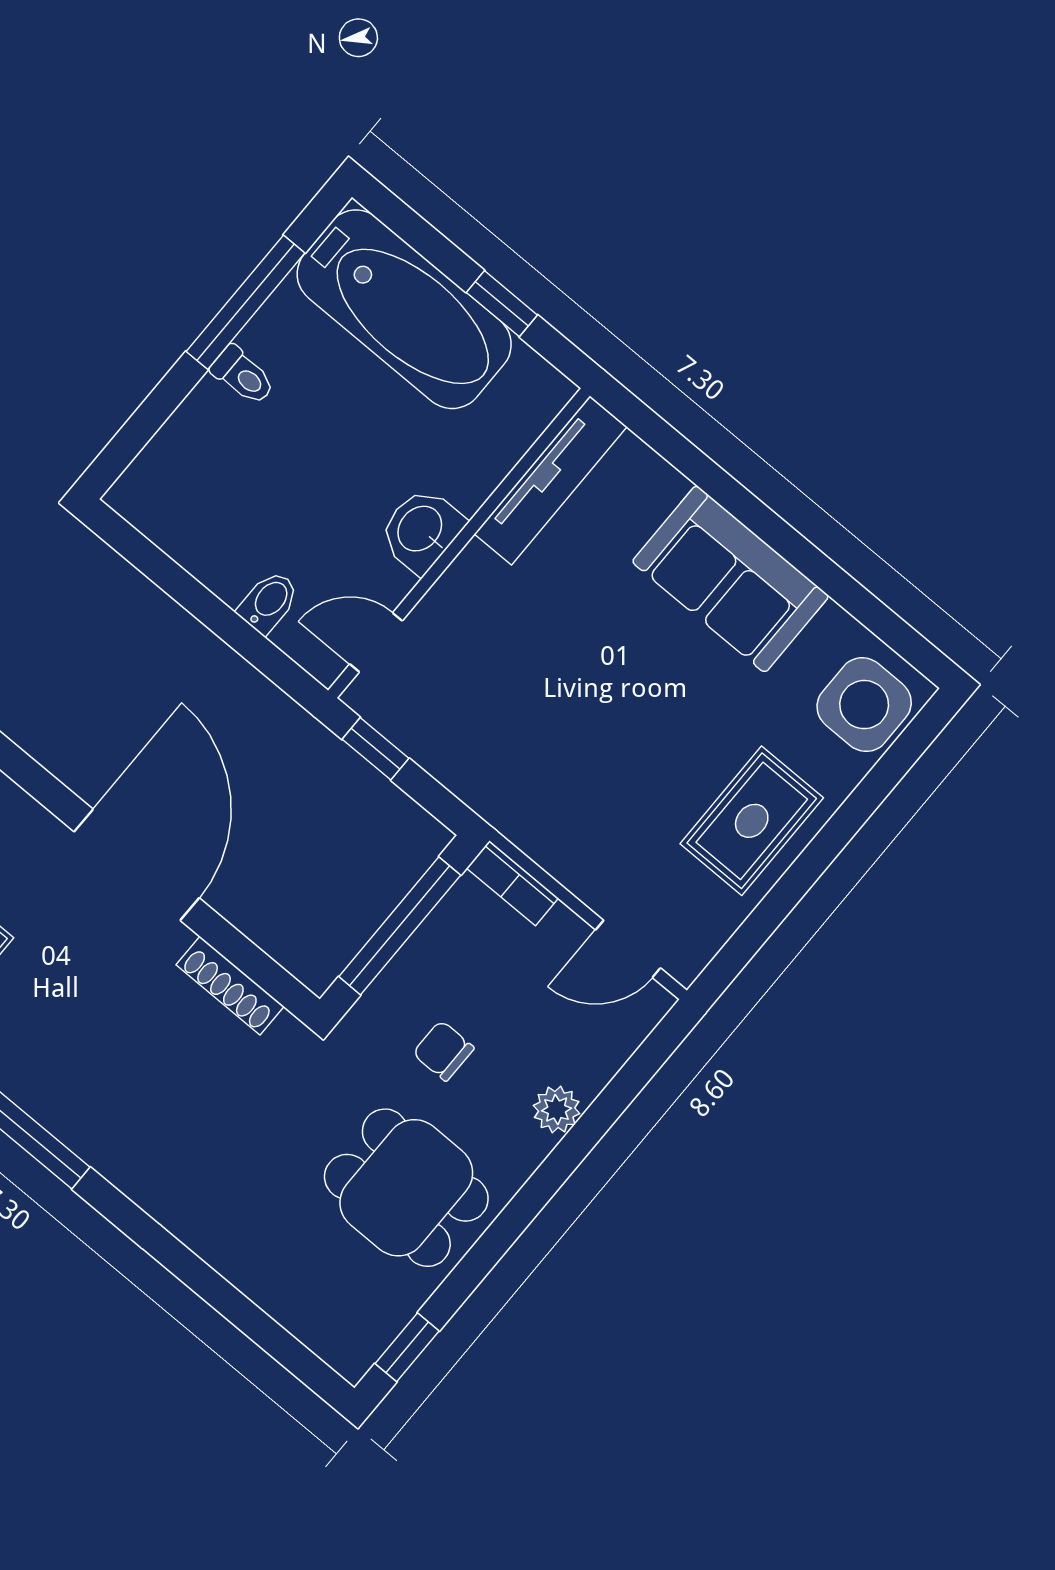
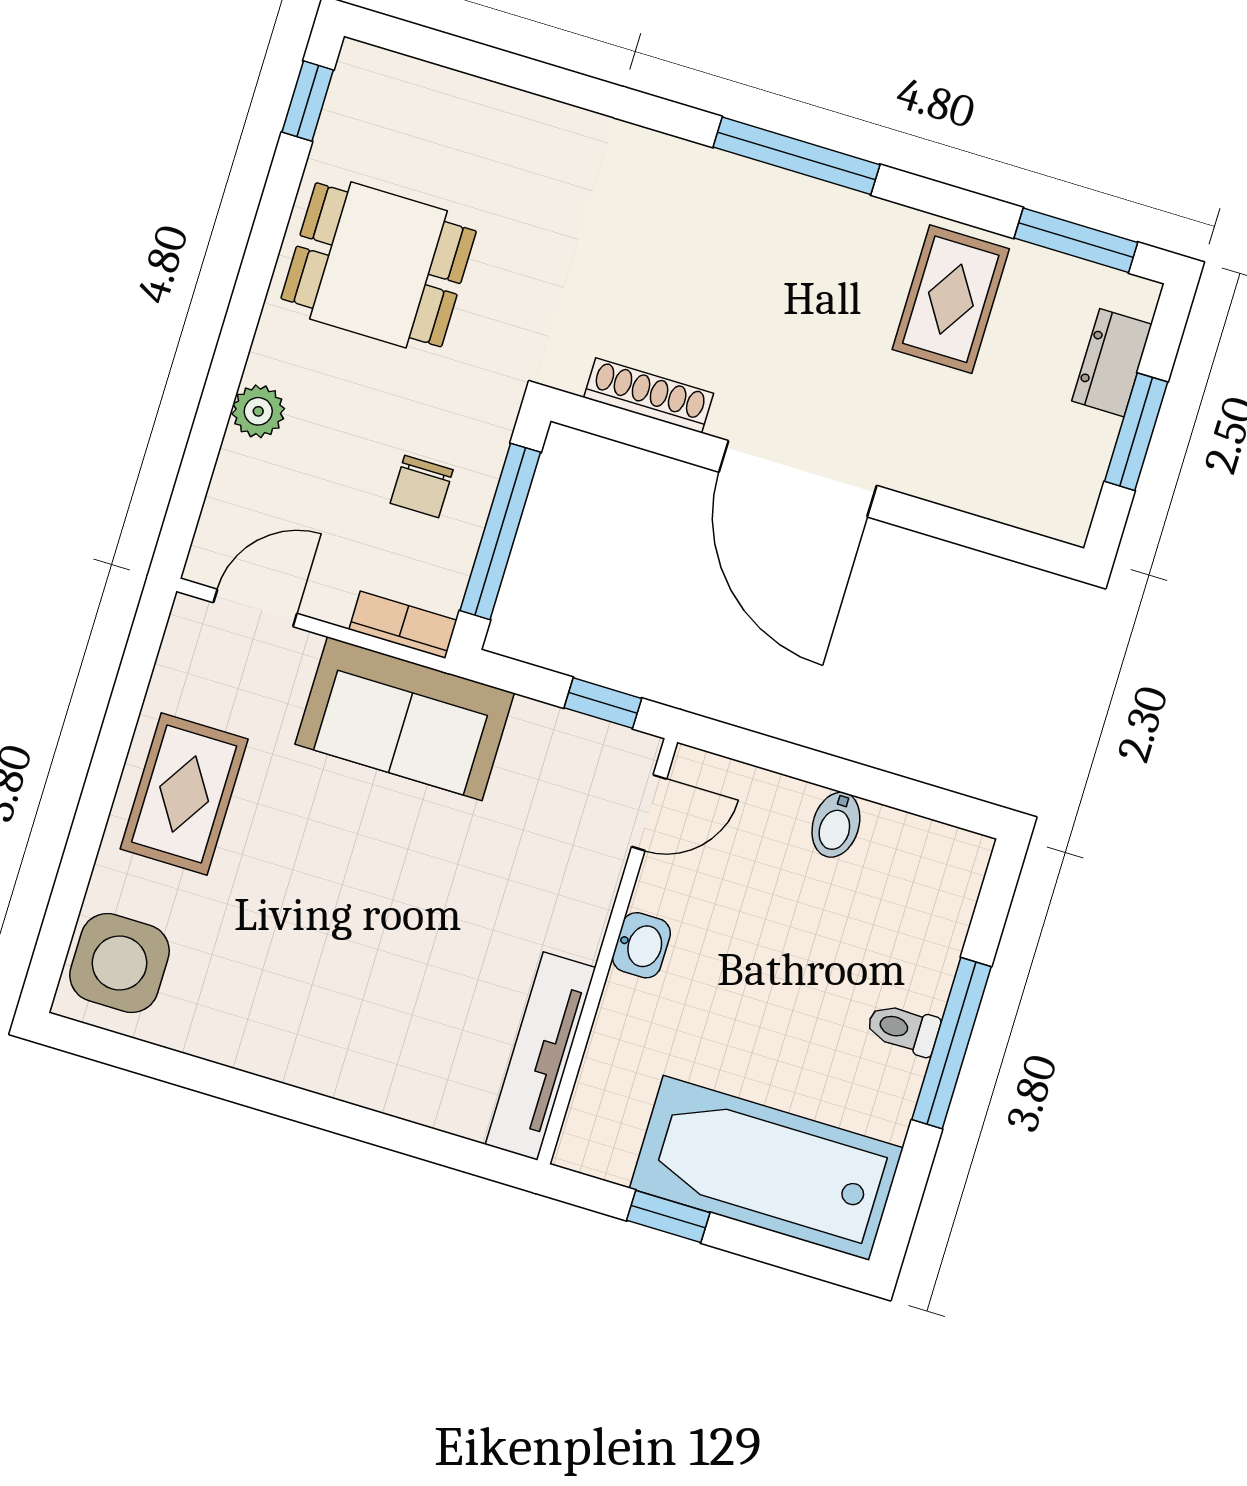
window: (246, 302) -> (951, 1043), moved
washbasin: (421, 530) -> (641, 945), width x0.72, depth x0.69
sofa: (730, 579) -> (405, 719), moved, turned 180
bidet: (268, 602) -> (836, 825), moved
chair: (443, 1051) -> (422, 487), moved, turned 90

